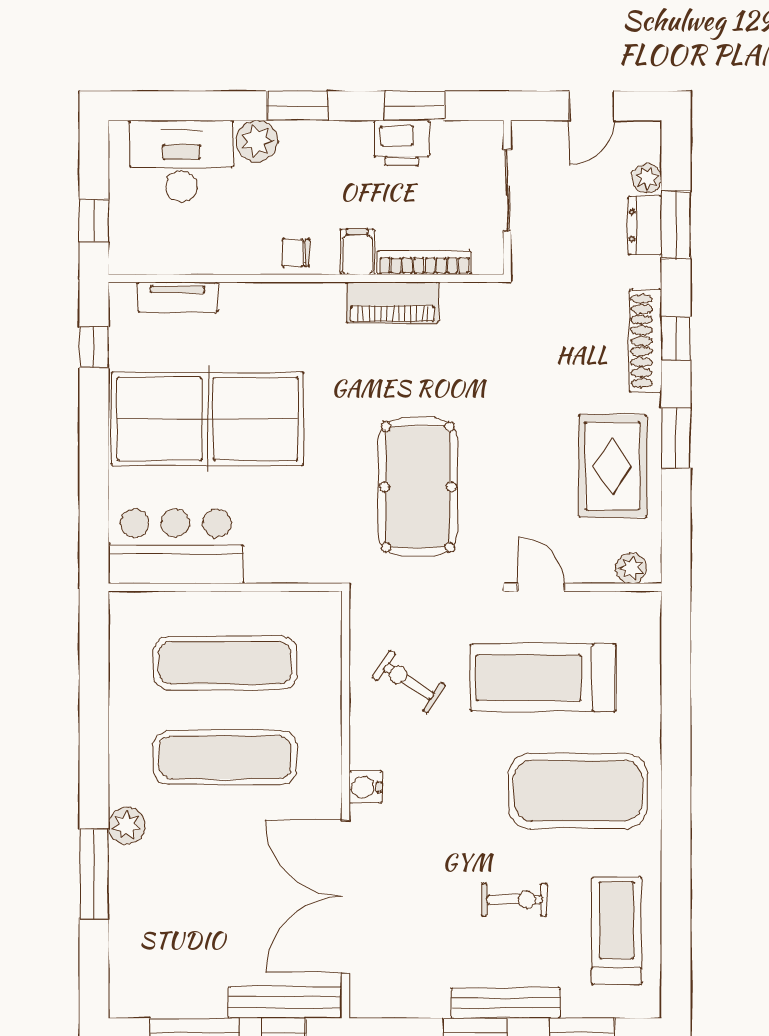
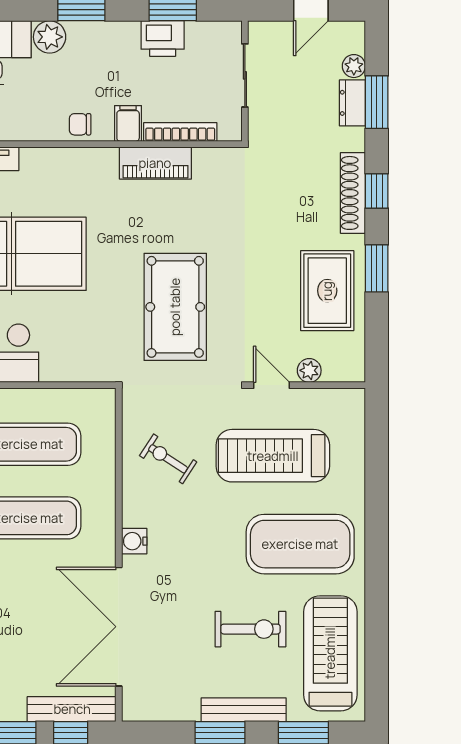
plant: (631, 568) -> (309, 370), moved
exercise bike: (514, 900) -> (250, 629), width x1.38, depth x1.39
treadmill: (617, 931) -> (330, 653), width x1.37, depth x1.38

